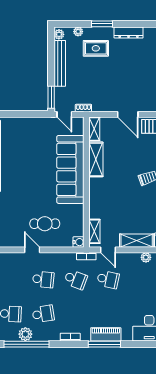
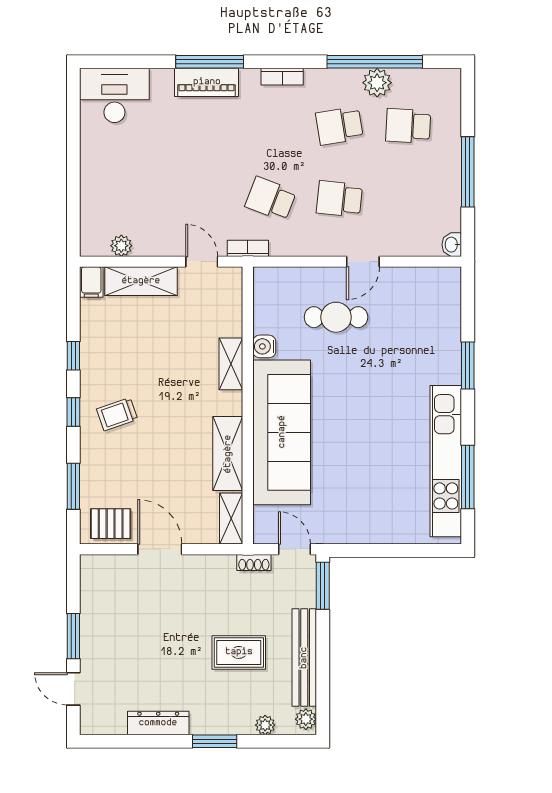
rug: (96, 48) -> (239, 652), moved
shelving: (94, 231) -> (231, 364), moved
water cooler: (79, 242) -> (264, 346), moved
door: (32, 250) -> (363, 262), hinge flipped
school desk: (108, 279) -> (202, 199), removed

